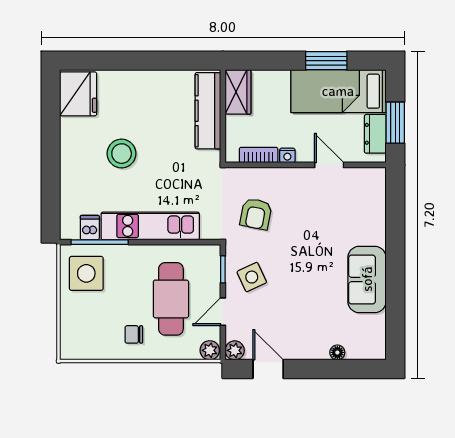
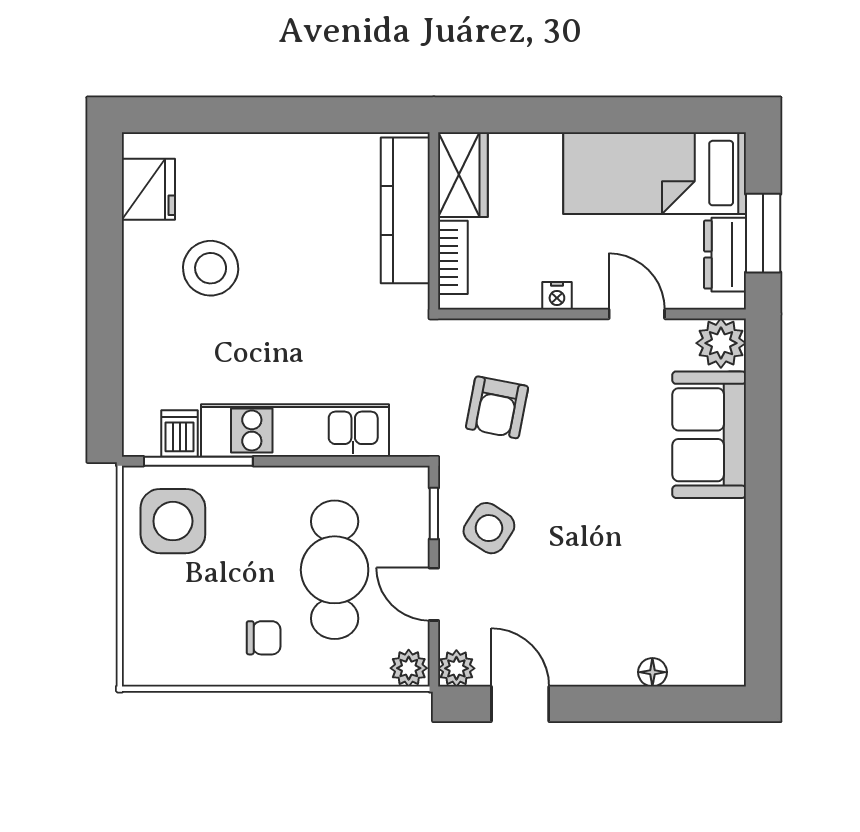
window: (326, 61) -> (631, 115), removed
fridge: (78, 94) -> (148, 189), width x0.73, depth x0.75
stool: (122, 154) -> (211, 268), moved
bookcase: (259, 155) -> (453, 257), moved, turned 90
plant: (373, 180) -> (721, 343), added
side table: (252, 277) -> (489, 528), turned -32
sofa: (367, 279) -> (709, 435), moved
door: (223, 312) -> (434, 594), hinge flipped
chair: (134, 334) -> (264, 638), turned 180

